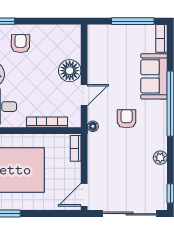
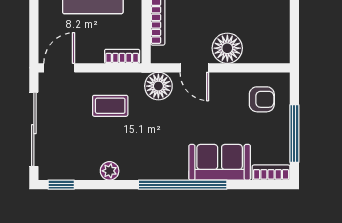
armchair: (127, 119) -> (262, 99), moved
floor lamp: (93, 126) -> (158, 86), width x1.89, depth x1.89
coffee table: (112, 157) -> (110, 106), added
door: (84, 195) -> (59, 68), hinge flipped

